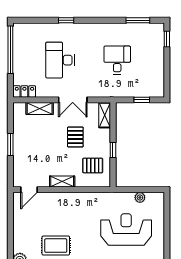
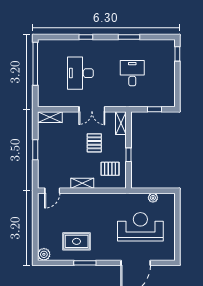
window: (138, 20) -> (129, 37), moved
locker: (24, 91) -> (48, 102), removed
shelving: (40, 108) -> (50, 117), moved

